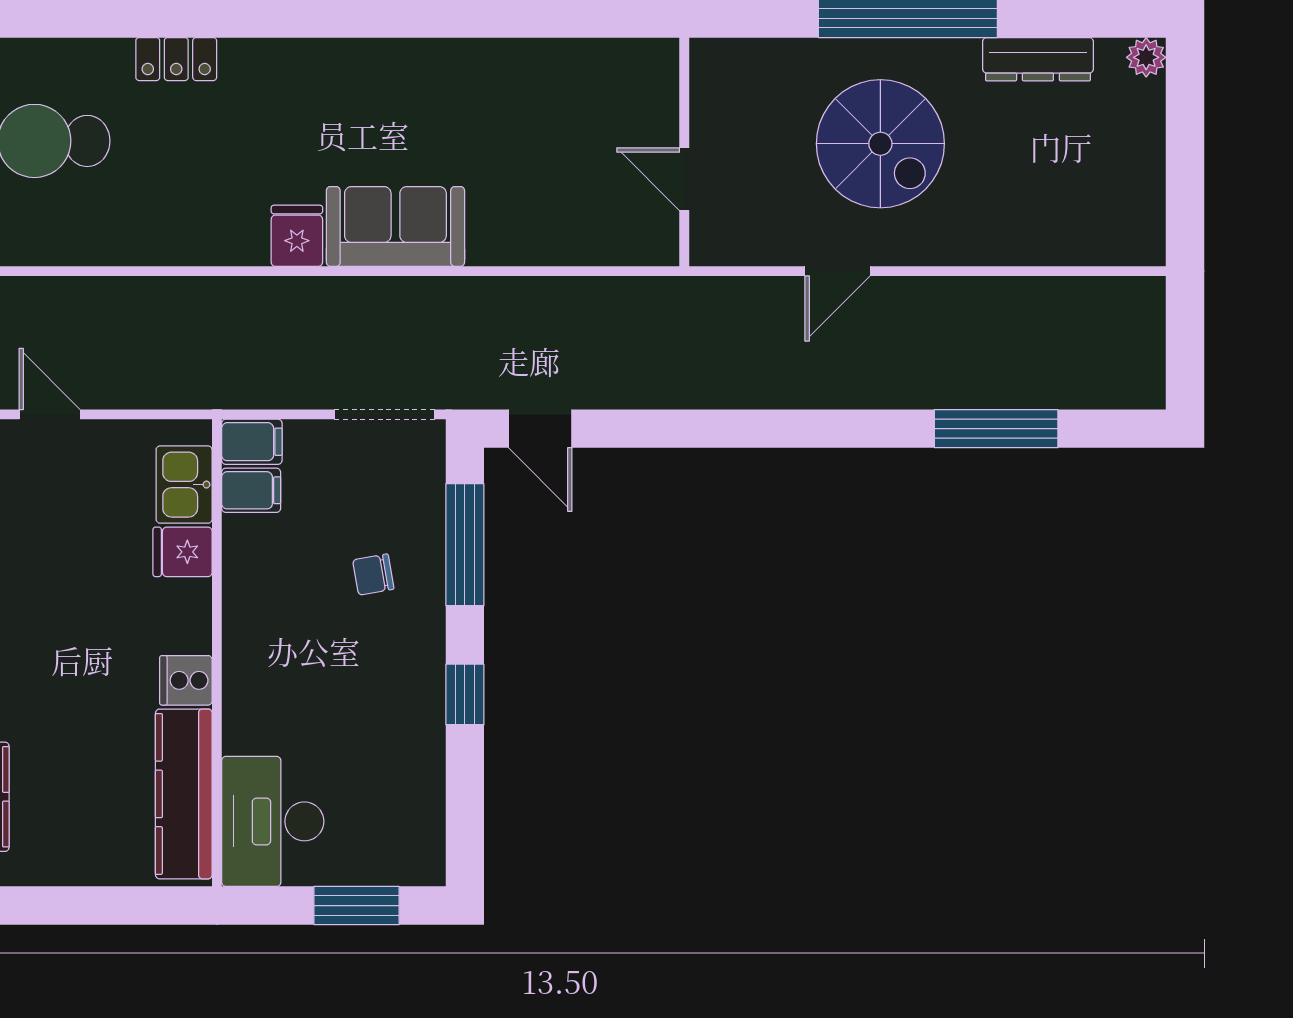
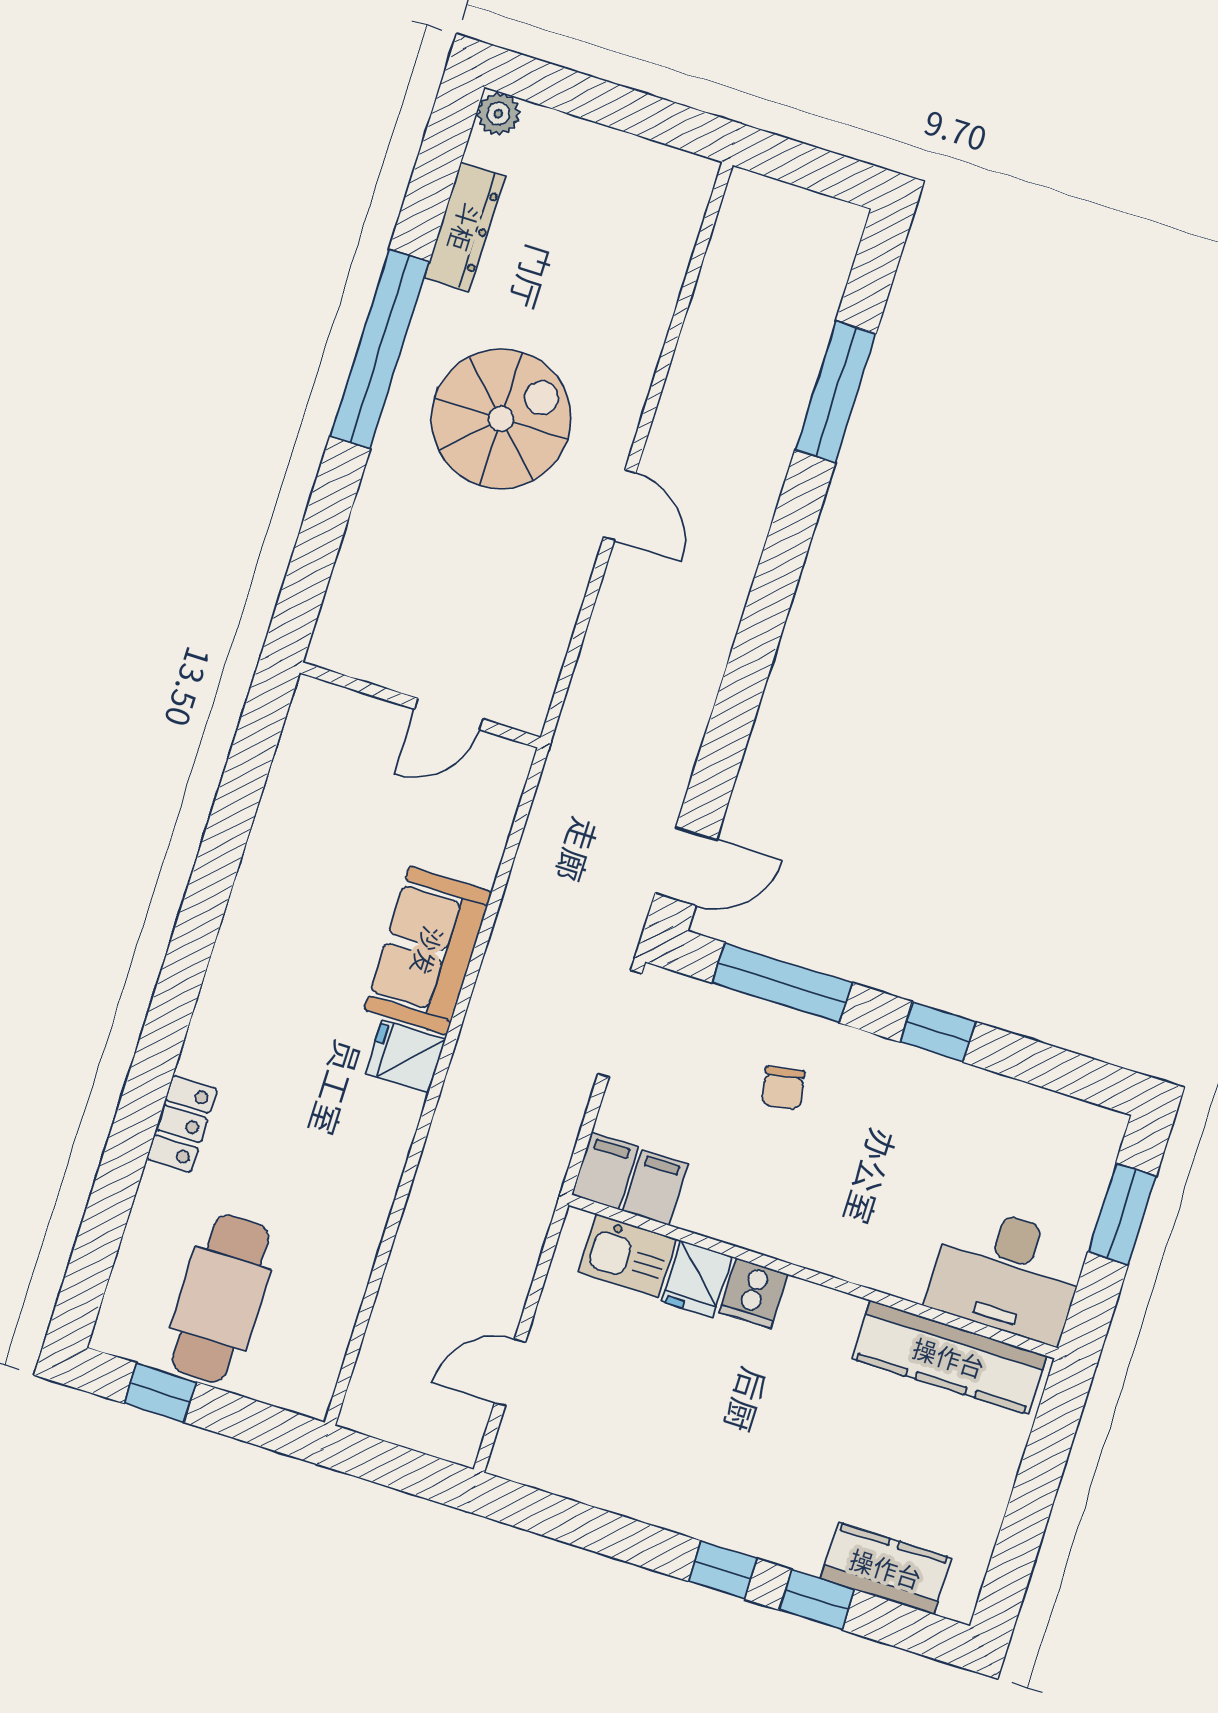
wall: (684, 152) -> (420, 705), moved
door: (684, 179) -> (449, 714), moved
cooker: (186, 680) -> (754, 1293), moved

